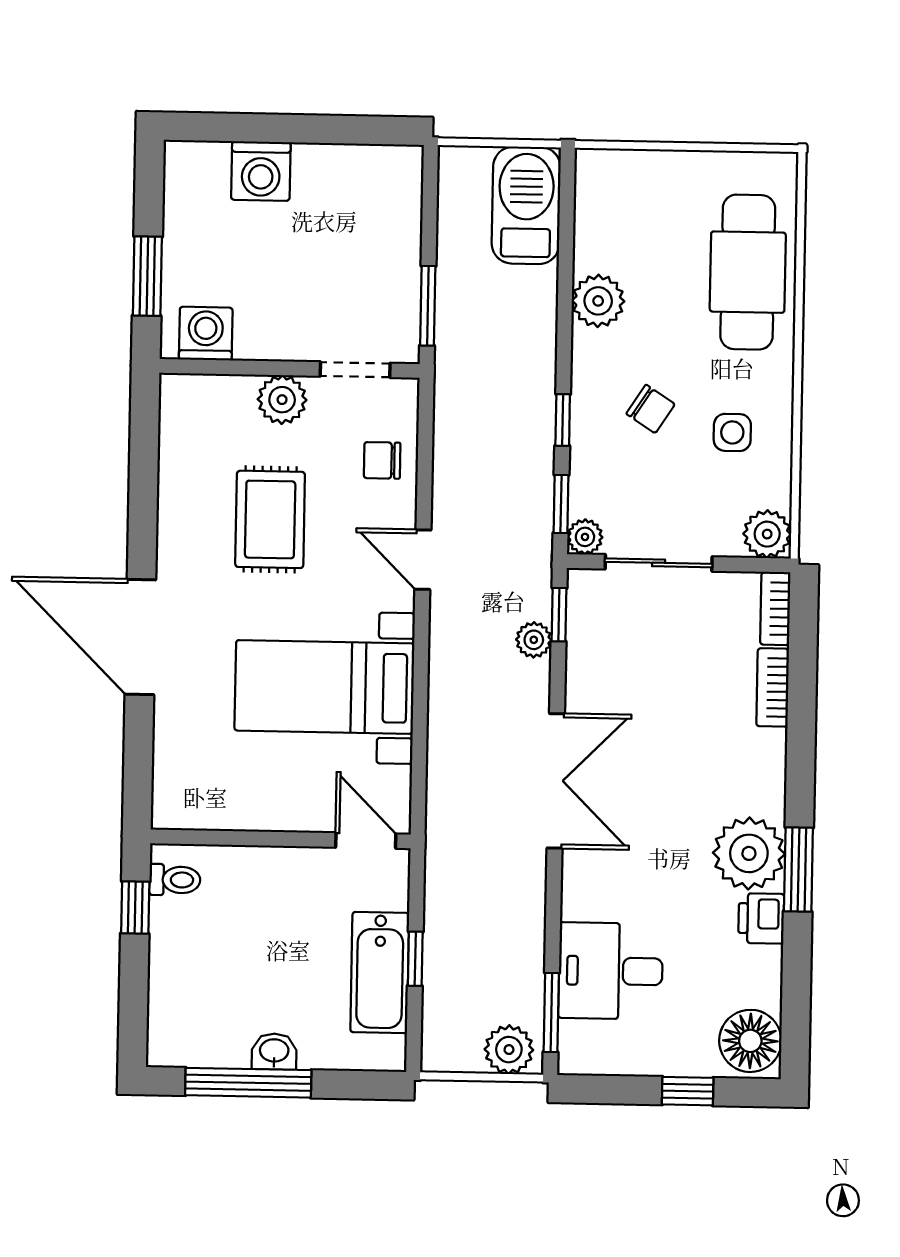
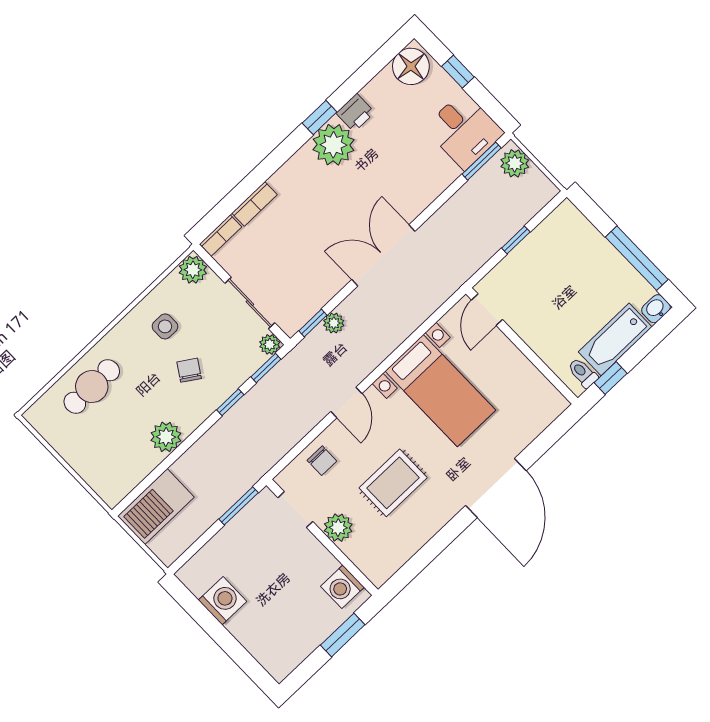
washing machine: (261, 171) -> (223, 601), moved
cafe table: (748, 272) -> (92, 387), width x0.73, depth x0.74
window: (798, 869) -> (320, 118), width x0.67
desk: (611, 971) -> (464, 130), moved
bathtub: (380, 973) -> (615, 339), moved, turned 180
washbasin: (274, 1052) -> (656, 309), moved, turned 90

